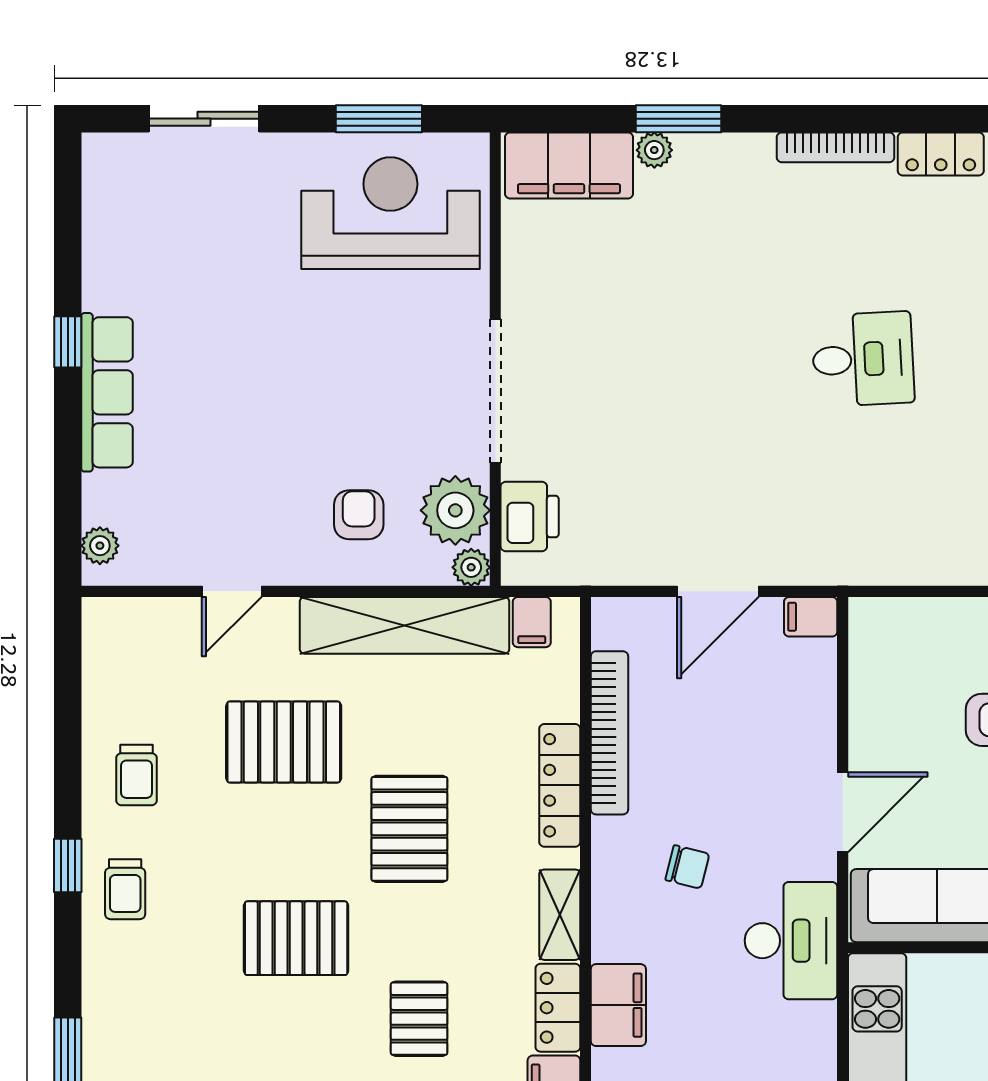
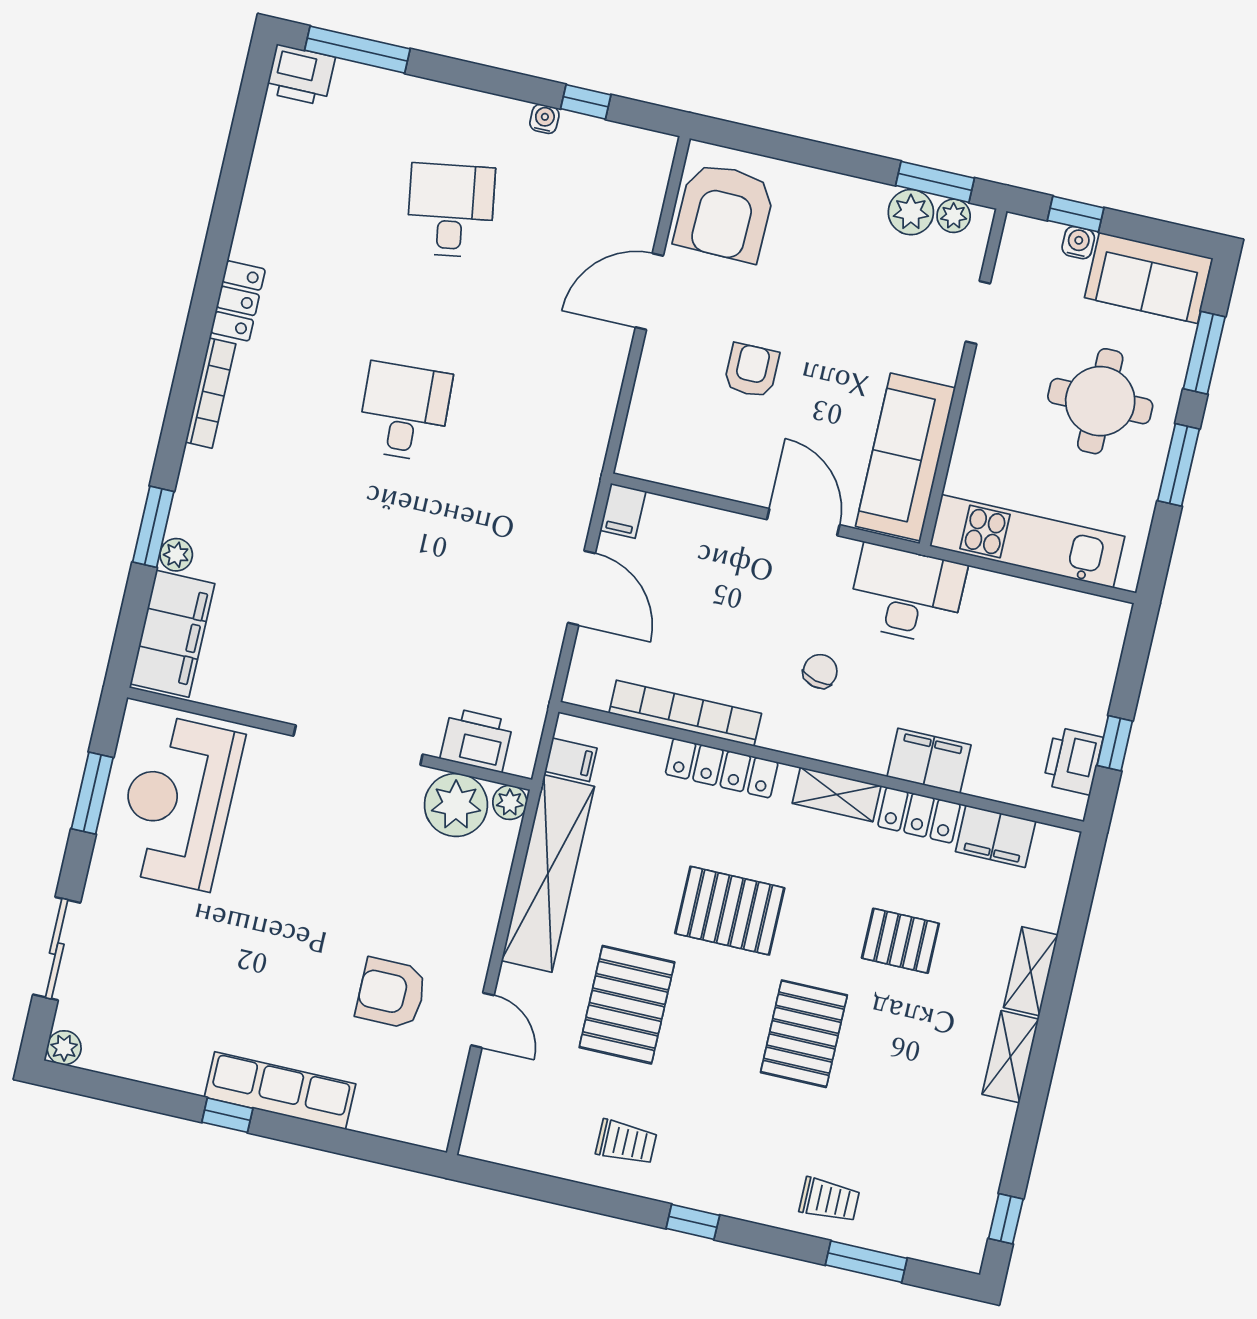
armchair: (359, 515) -> (391, 993), moved, width x1.38, depth x1.38
plant: (100, 546) -> (64, 1048), moved
trolley: (125, 889) -> (829, 1200), moved

